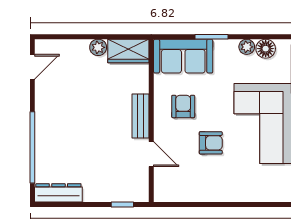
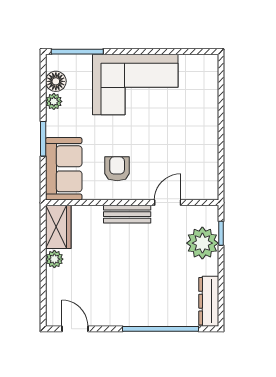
armchair: (183, 106) -> (117, 169), turned 90
armchair: (211, 143) -> (156, 140), removed
plant: (113, 187) -> (202, 243), added

